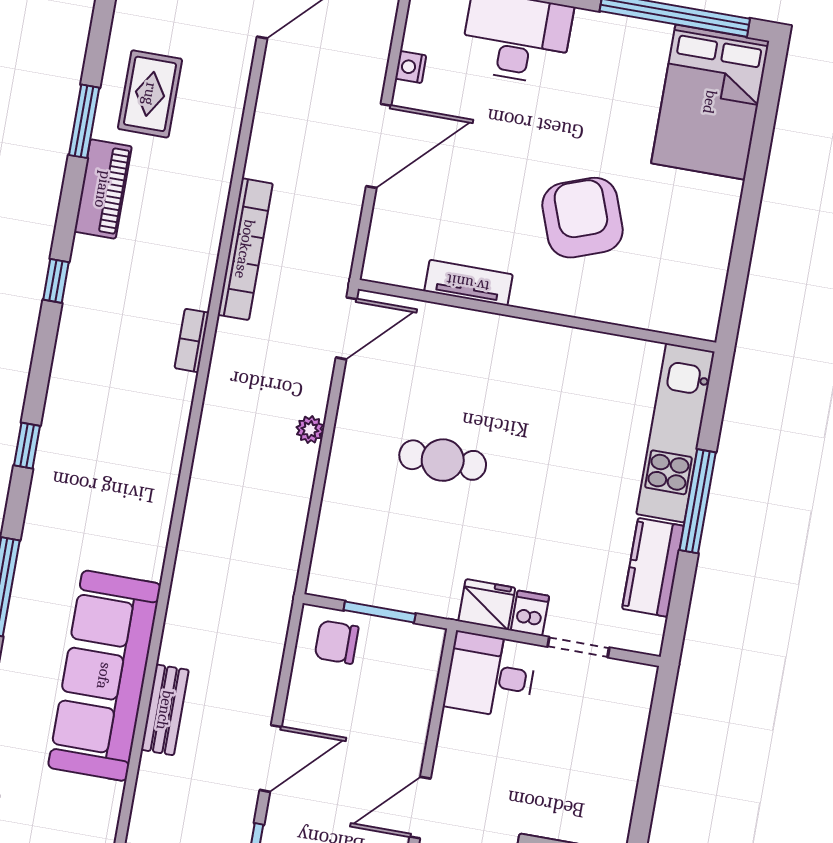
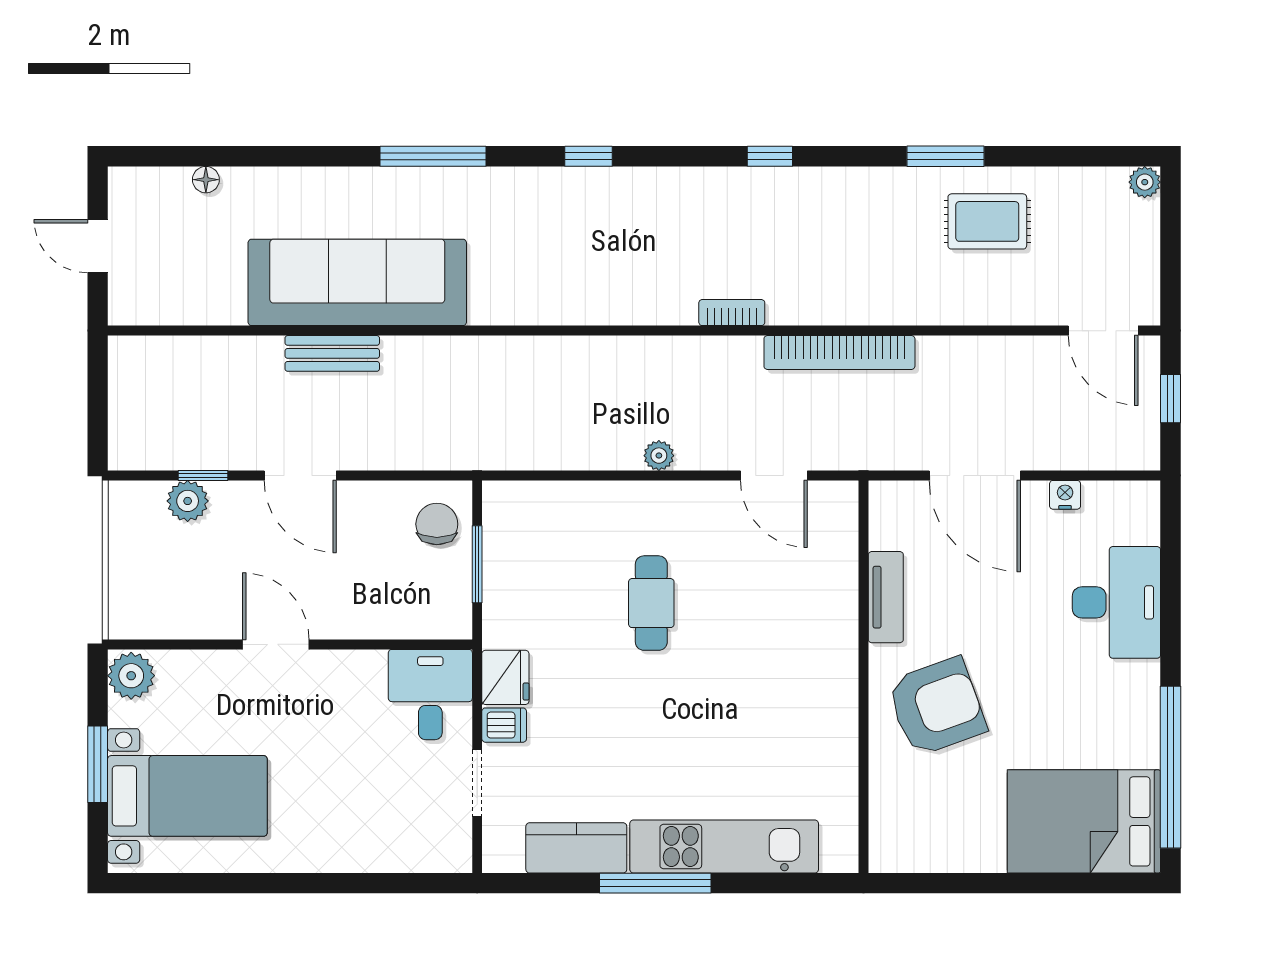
piano: (103, 189) -> (877, 189), removed
tv unit: (468, 283) -> (886, 597), moved
wall: (537, 316) -> (863, 677), moved

